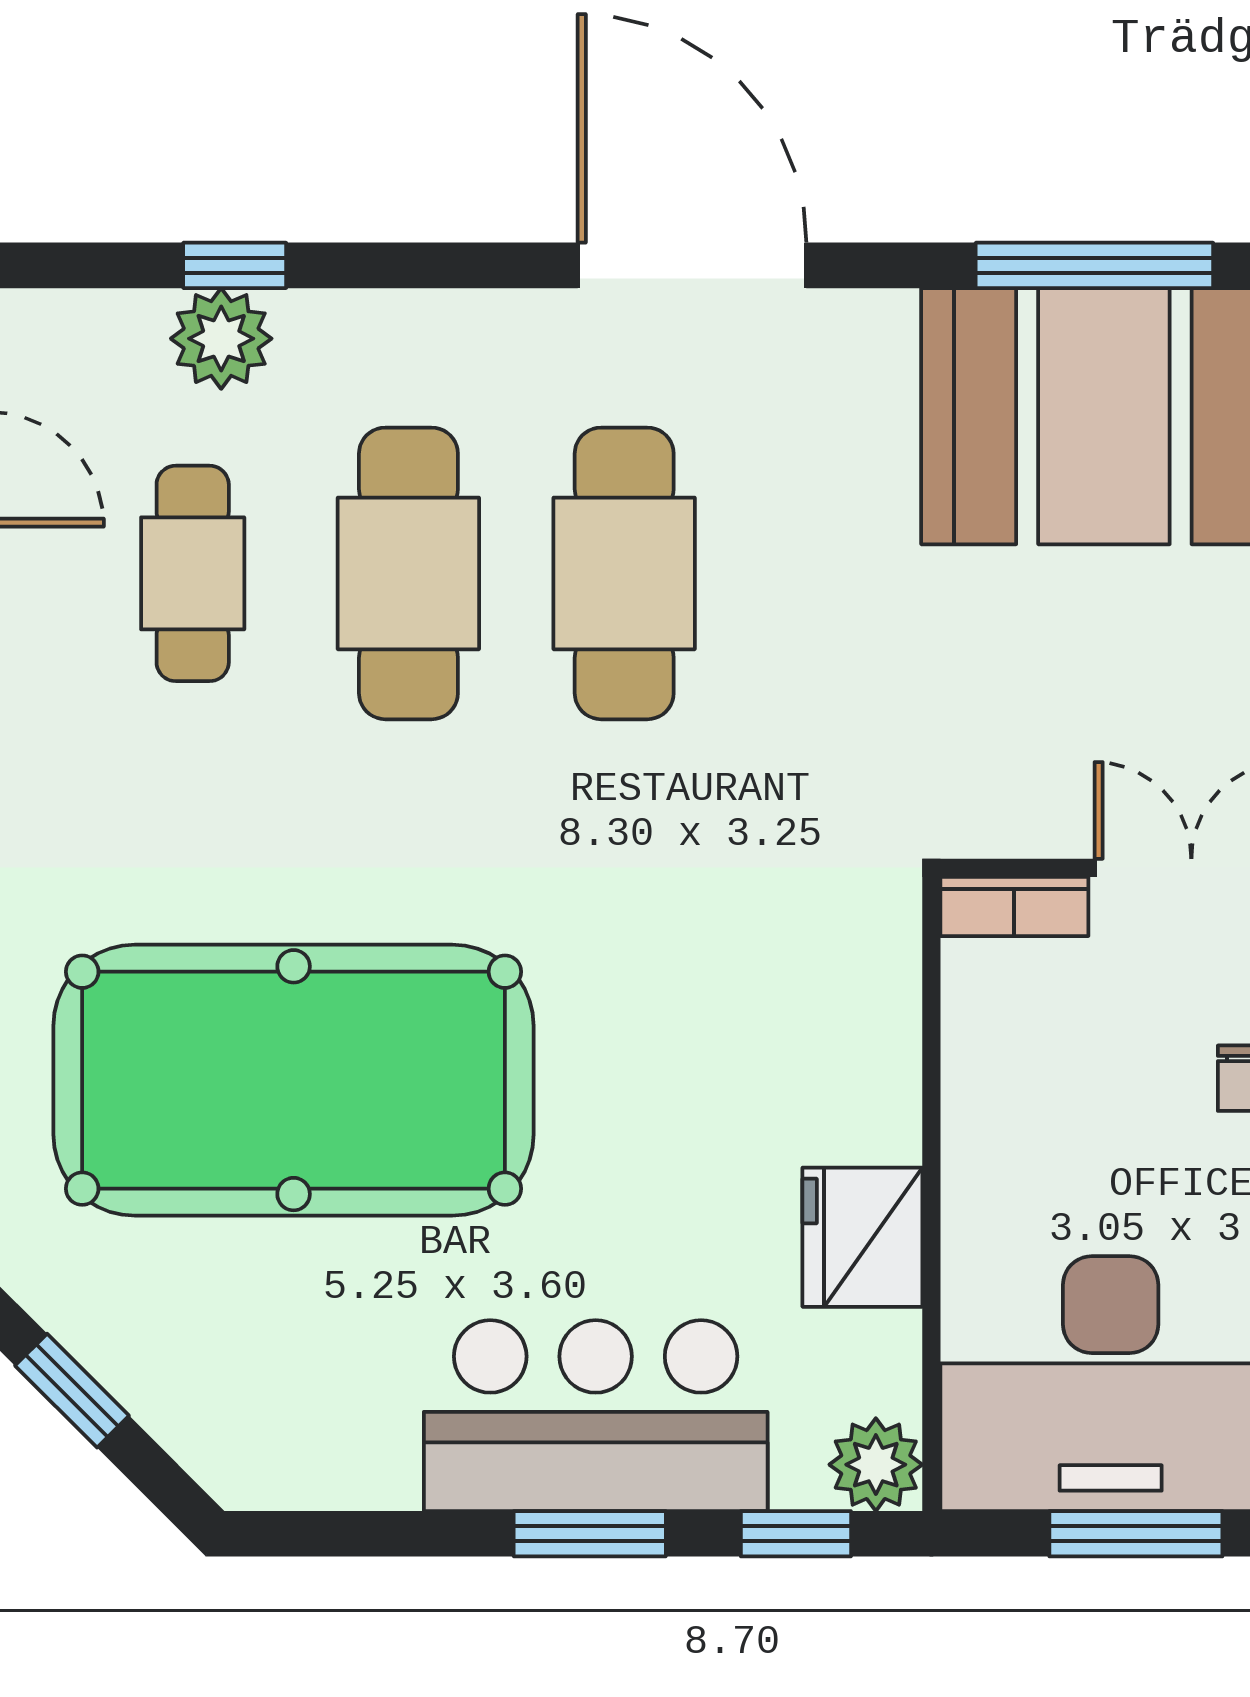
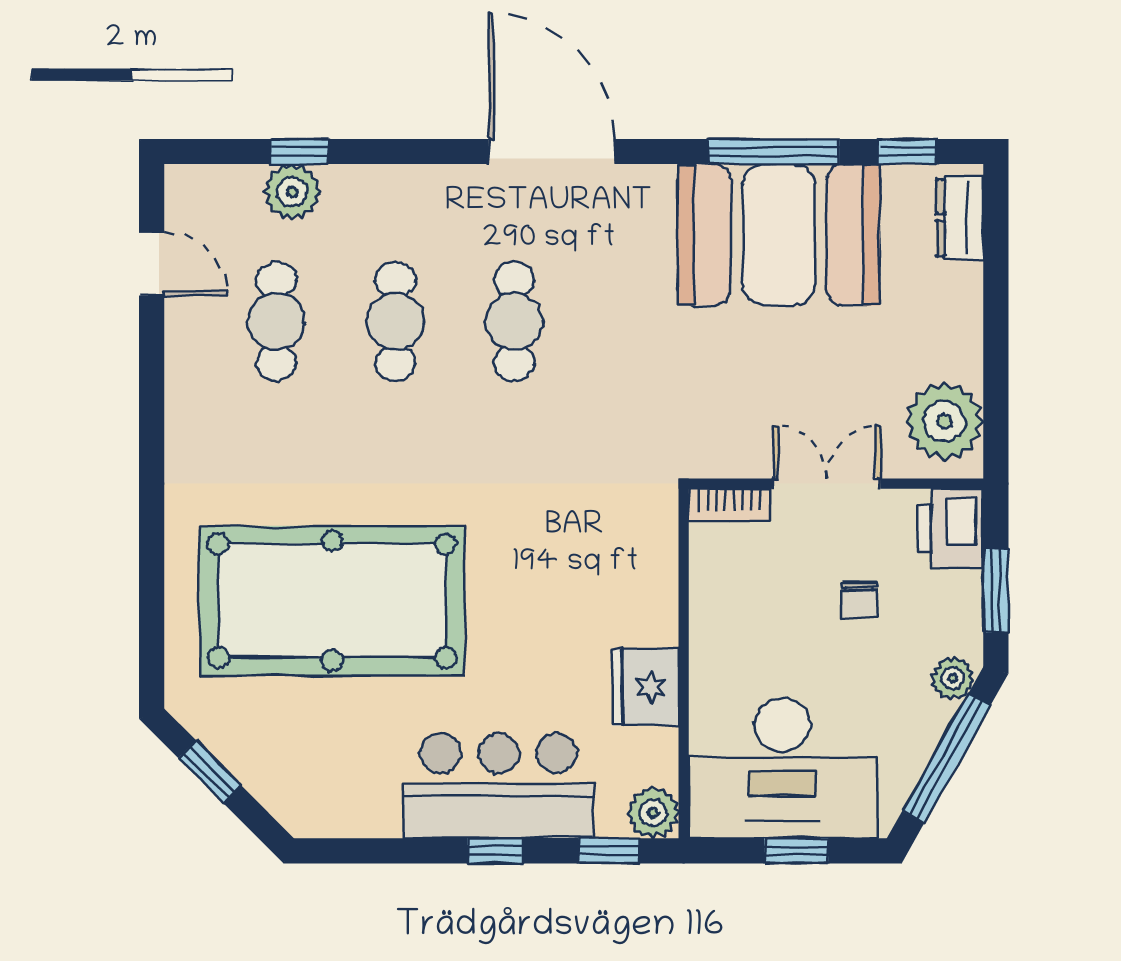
cafe table: (408, 573) -> (395, 321), width x0.73, depth x0.74
cafe table: (624, 573) -> (514, 321), width x0.73, depth x0.74
window: (590, 1534) -> (495, 851), width x0.67
window: (1136, 1534) -> (796, 851), width x0.67

